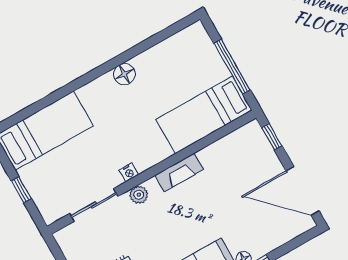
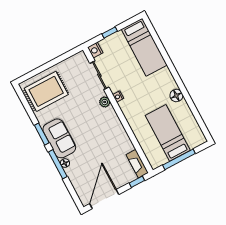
bed: (204, 115) -> (168, 133), moved
fireplace: (179, 172) -> (137, 164), moved
nightstand: (51, 213) -> (95, 50), added

